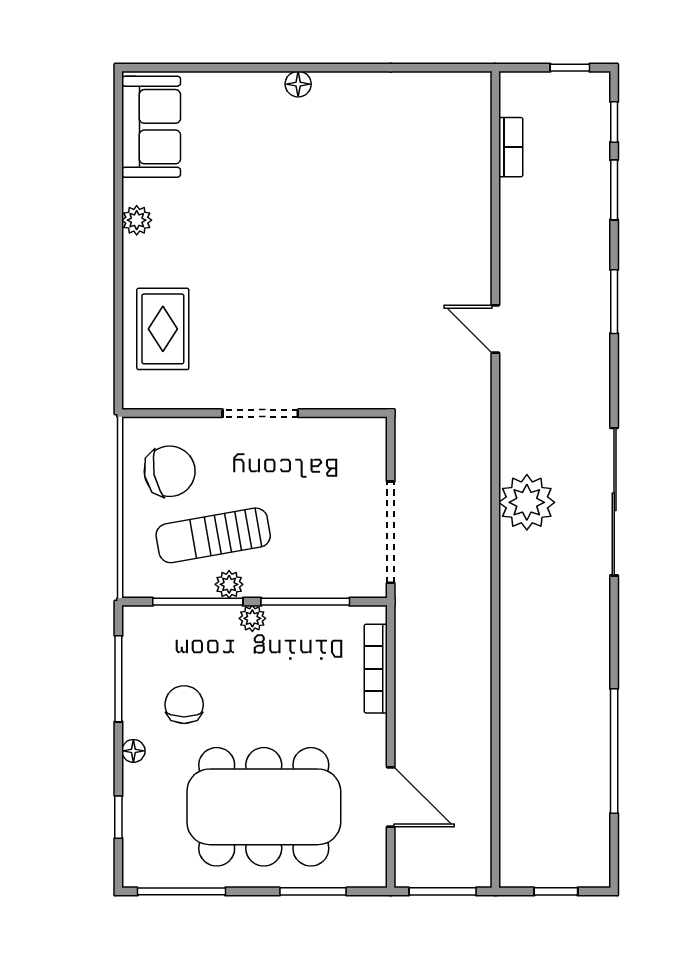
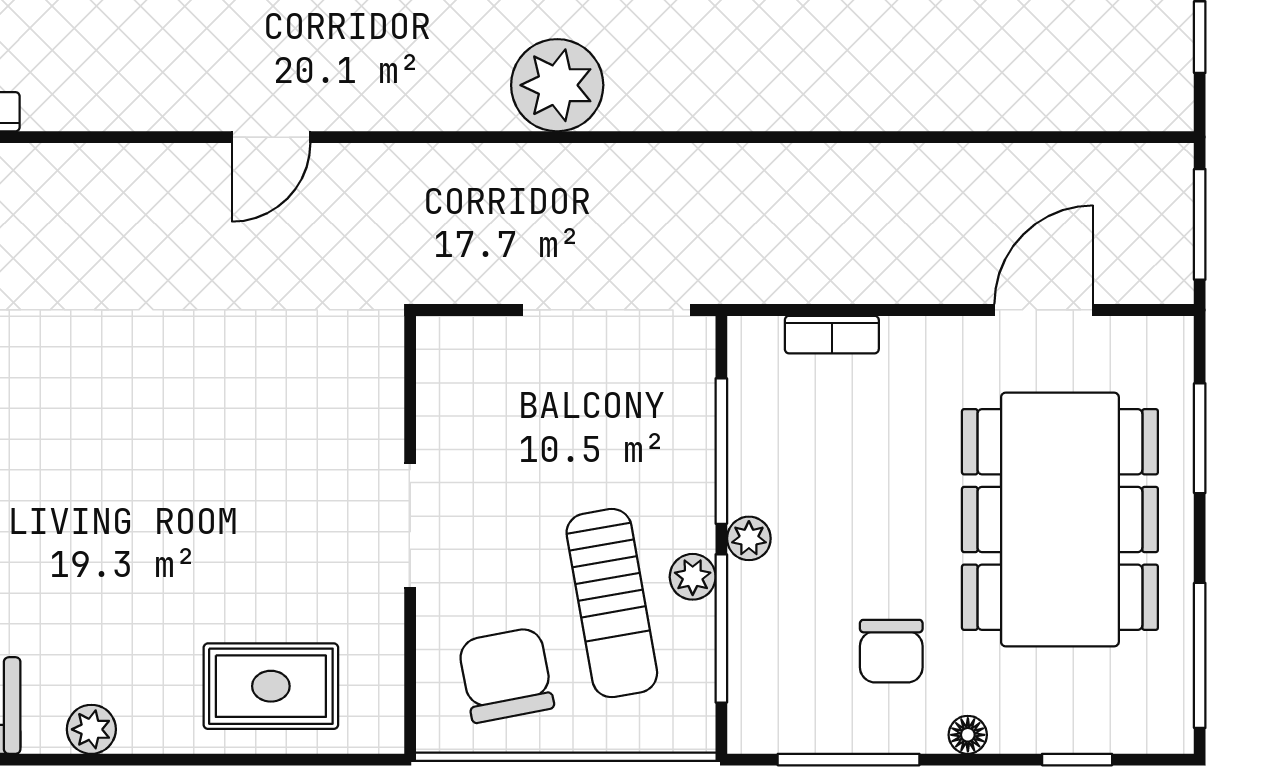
bookcase: (376, 669) -> (832, 335), width x0.64
chair: (184, 705) -> (891, 651), turned -90

